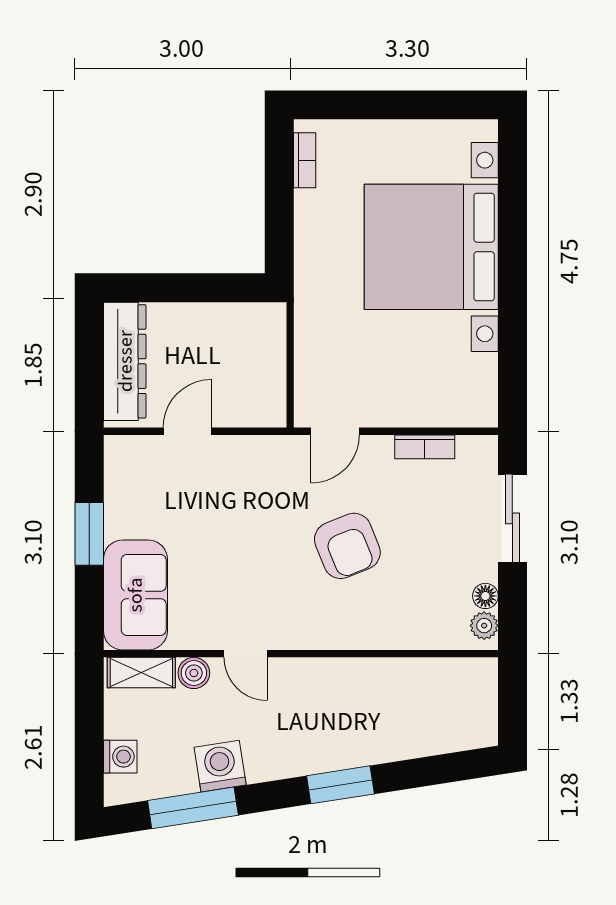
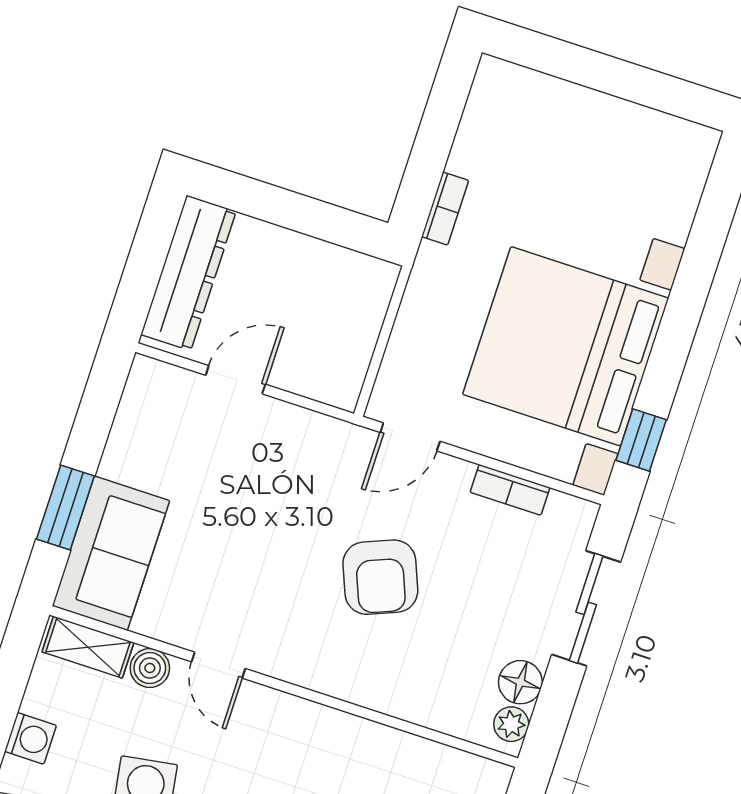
bookcase: (305, 160) -> (445, 209), moved
bed with nightstands: (431, 247) -> (566, 346), moved
window: (512, 376) -> (641, 440), added
window: (89, 534) -> (65, 508), moved
floor lamp: (485, 596) -> (520, 682), width x1.37, depth x1.37

